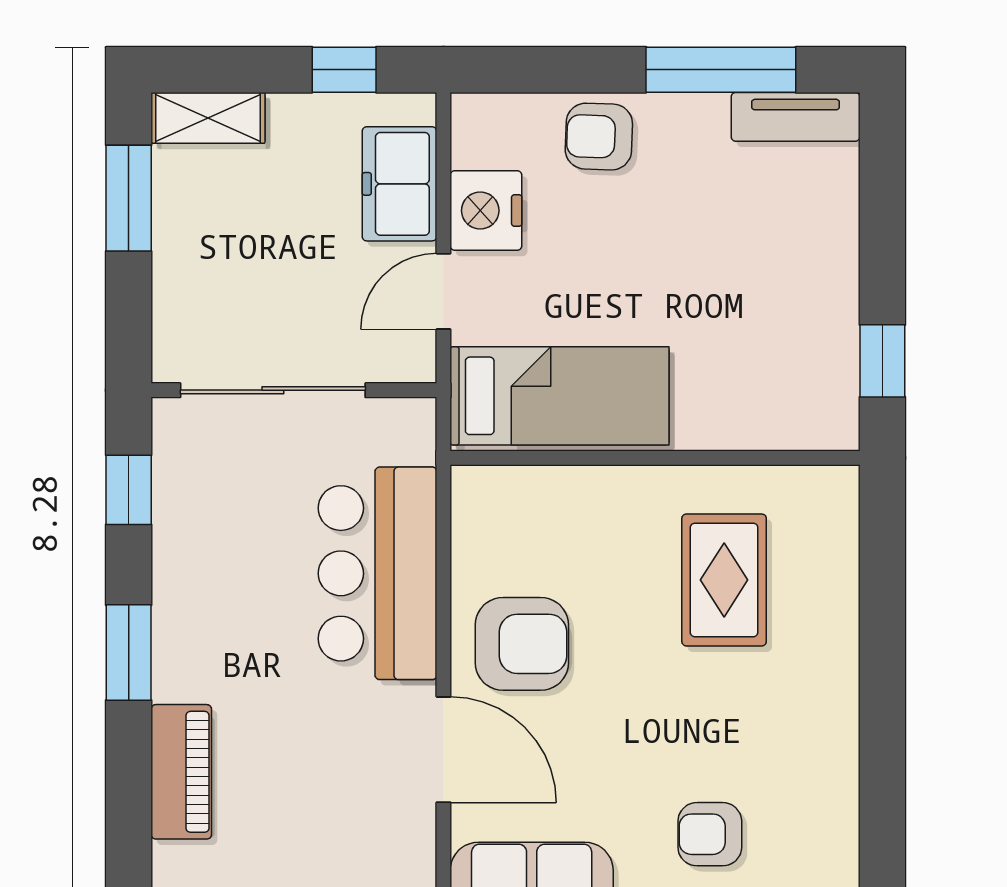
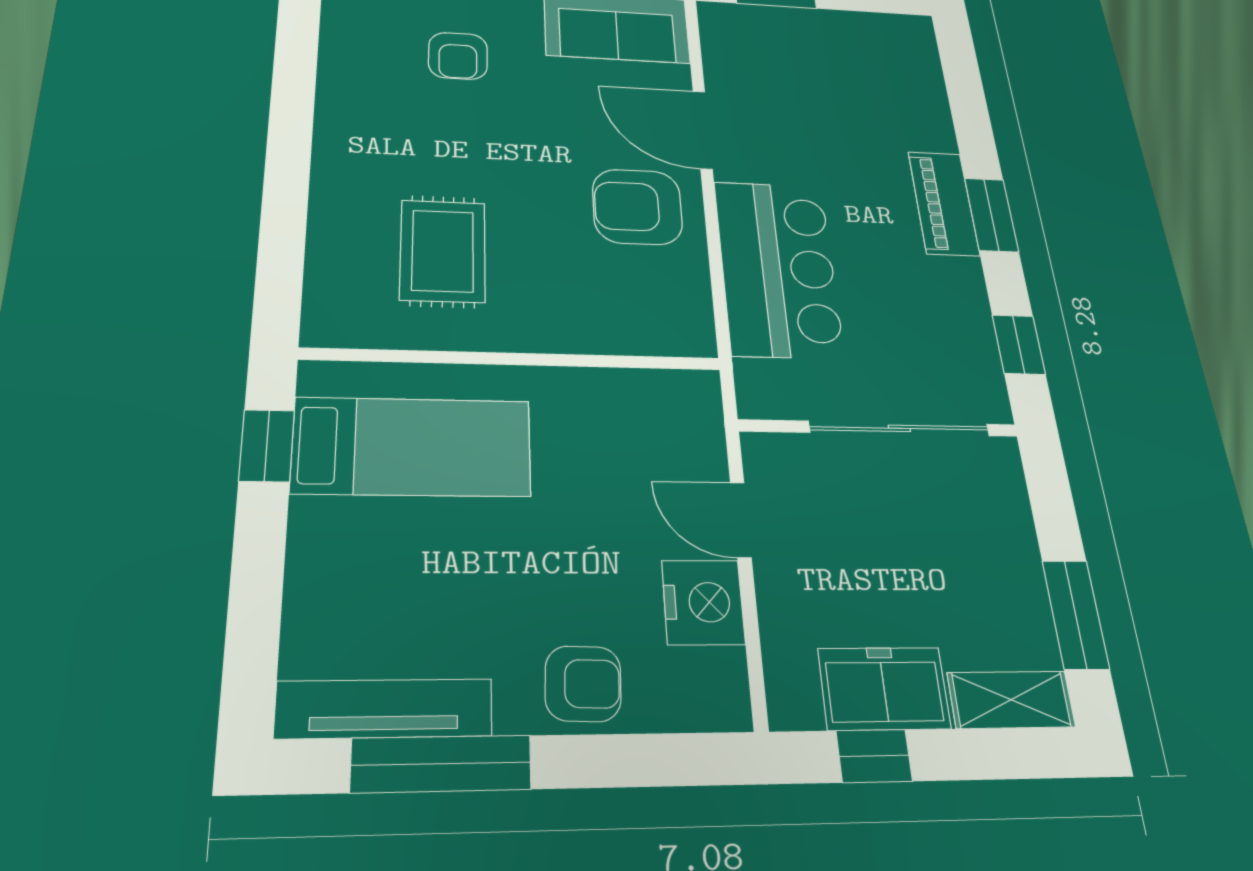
tv unit: (796, 117) -> (384, 709), width x1.41
freezer: (399, 184) -> (884, 688), moved, turned -90
door: (443, 291) -> (741, 520), swing flipped
bed: (560, 396) -> (412, 447), moved, turned 180
piano: (181, 772) -> (944, 203), moved
armchair: (710, 834) -> (458, 56), turned 90

